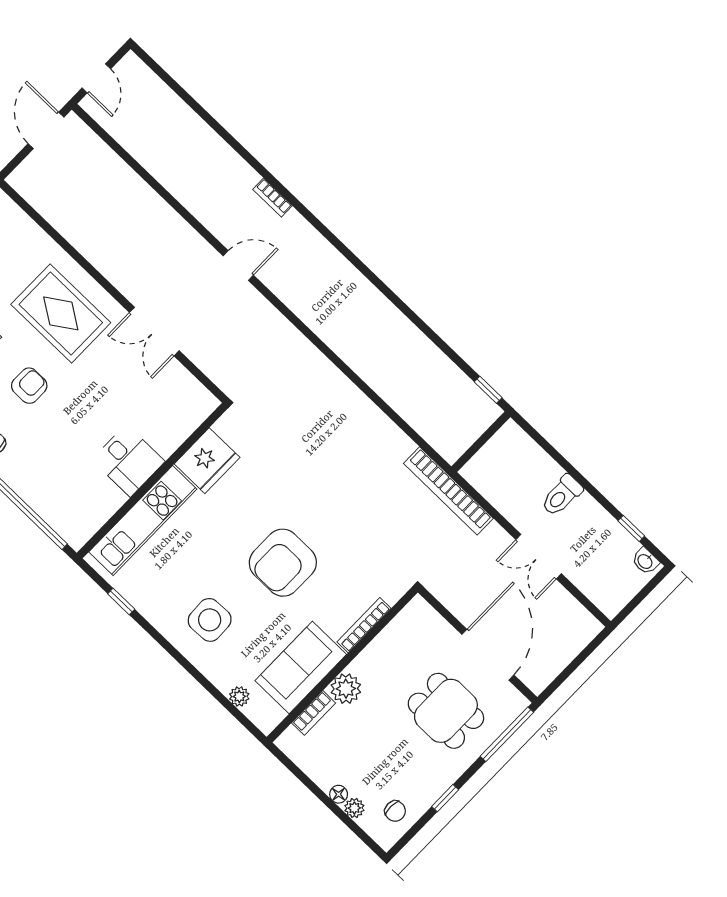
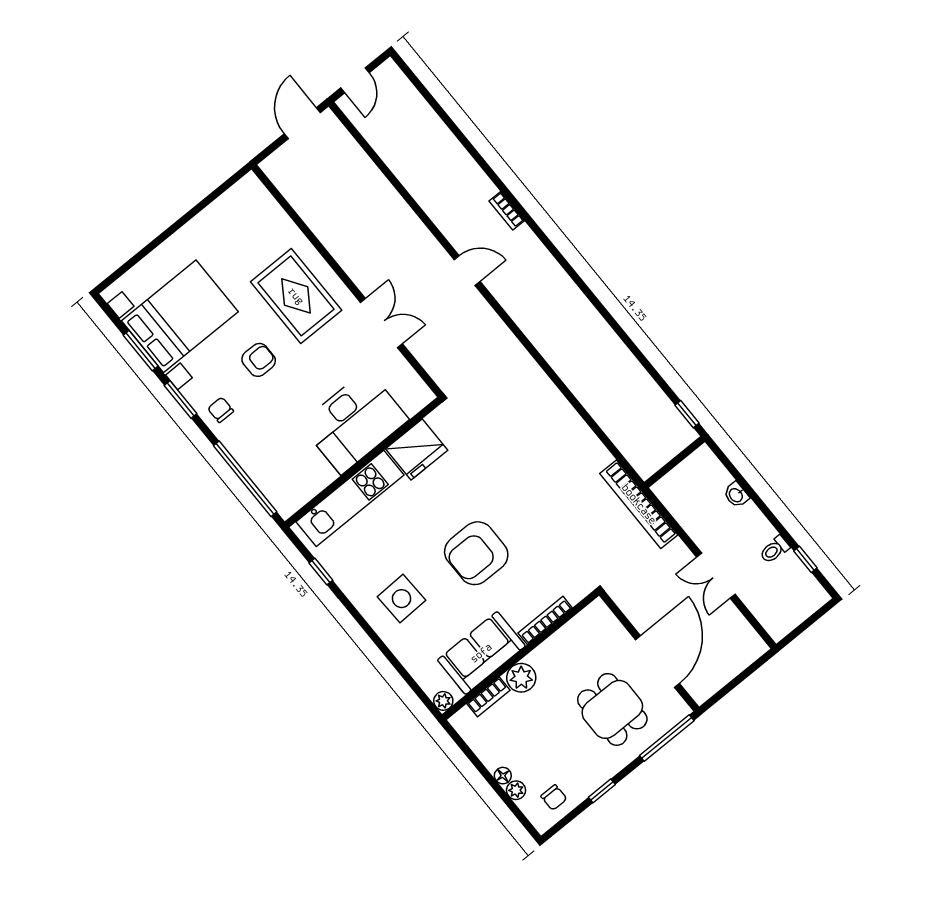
double door: (154, 332) -> (381, 323), swing flipped
desk: (128, 461) -> (354, 422), width x1.87, depth x1.30
toilet: (562, 495) -> (774, 550), moved, width x0.73, depth x0.72
washbasin: (645, 561) -> (736, 495), moved
plant: (239, 696) -> (443, 701), moved

